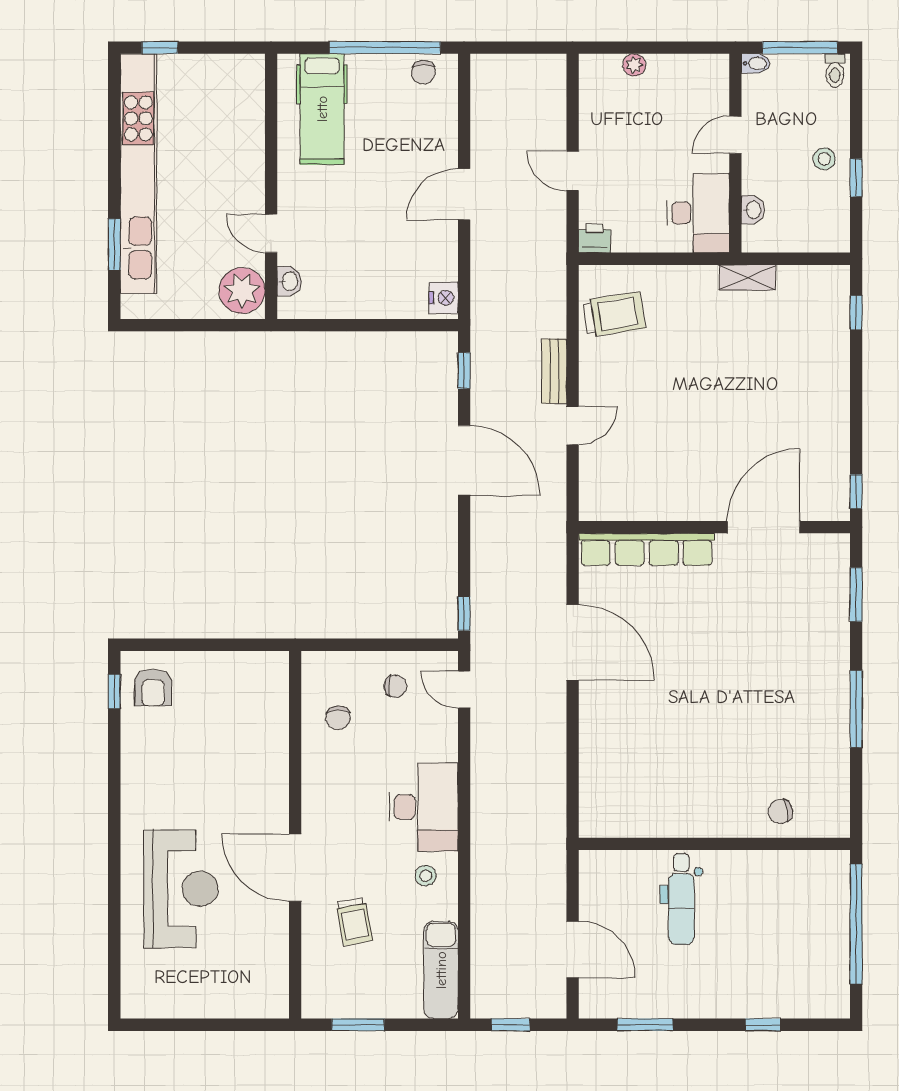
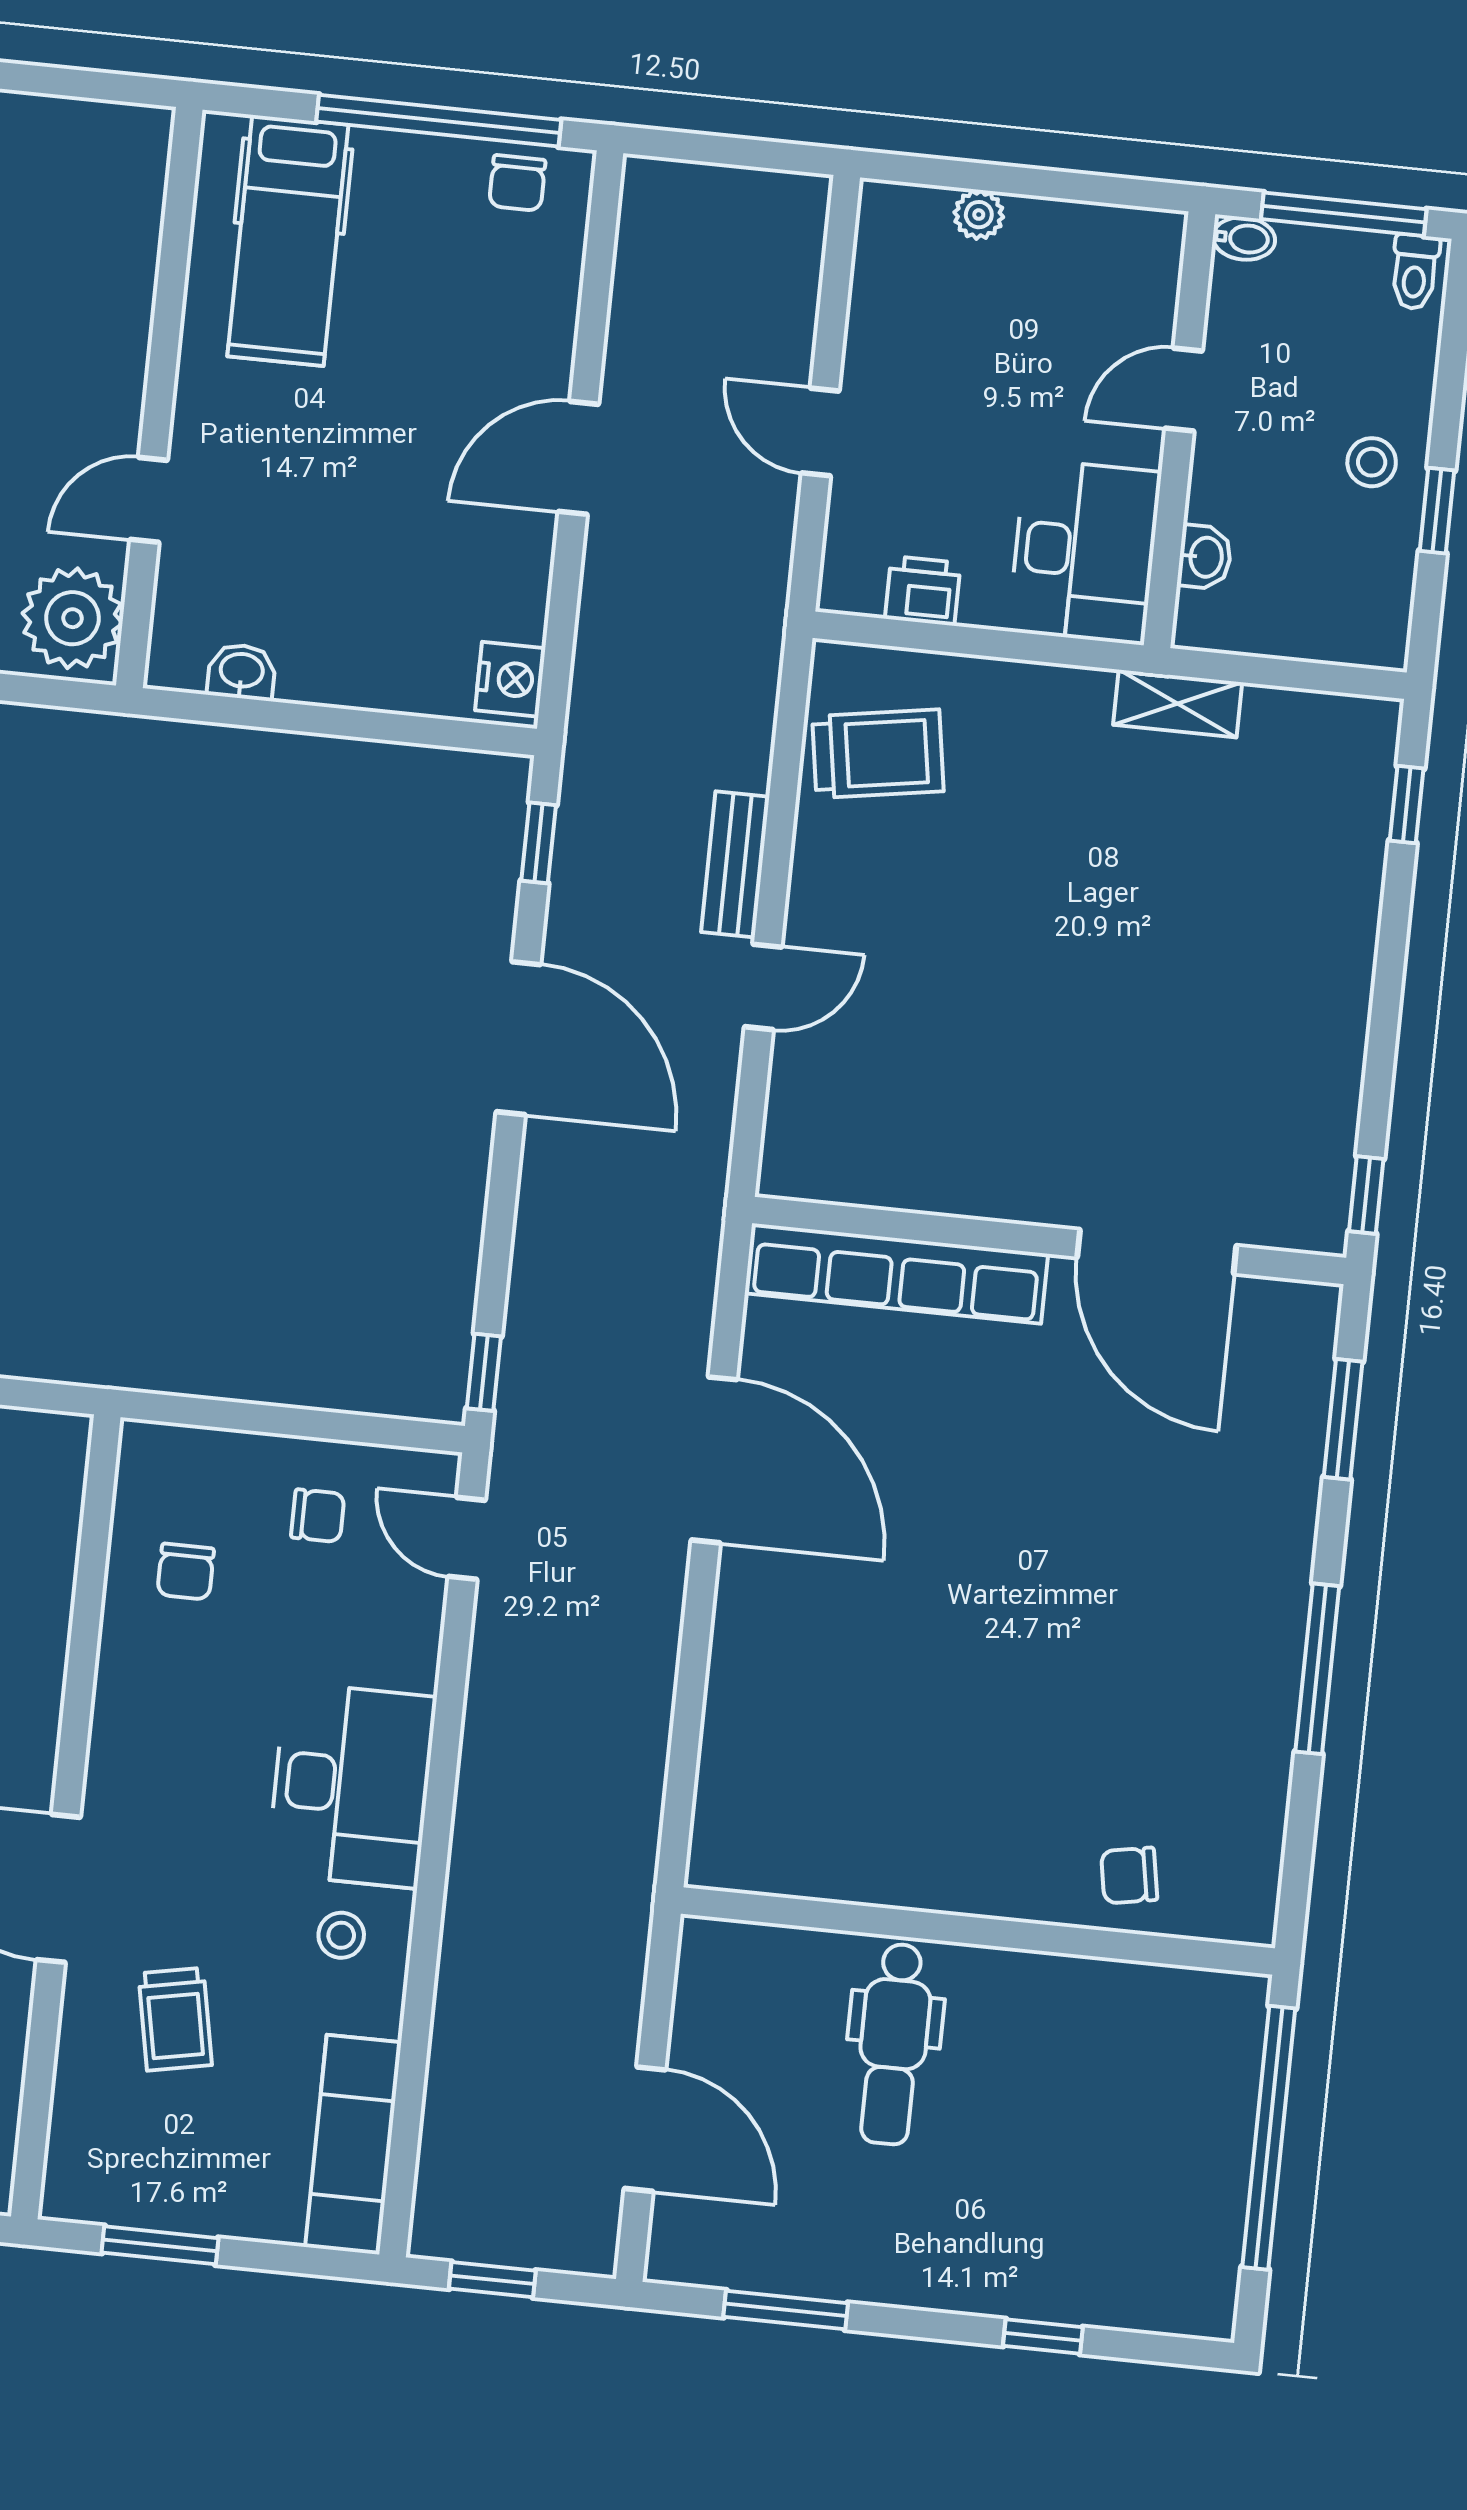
door: (271, 233) -> (149, 500), hinge flipped
printer: (595, 238) -> (923, 591), moved
washbasin: (289, 281) -> (242, 672), moved, turned -90
door: (764, 527) -> (1157, 1252), swing flipped

